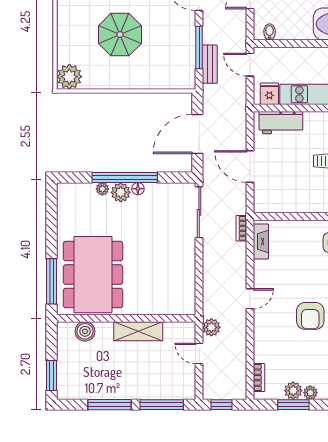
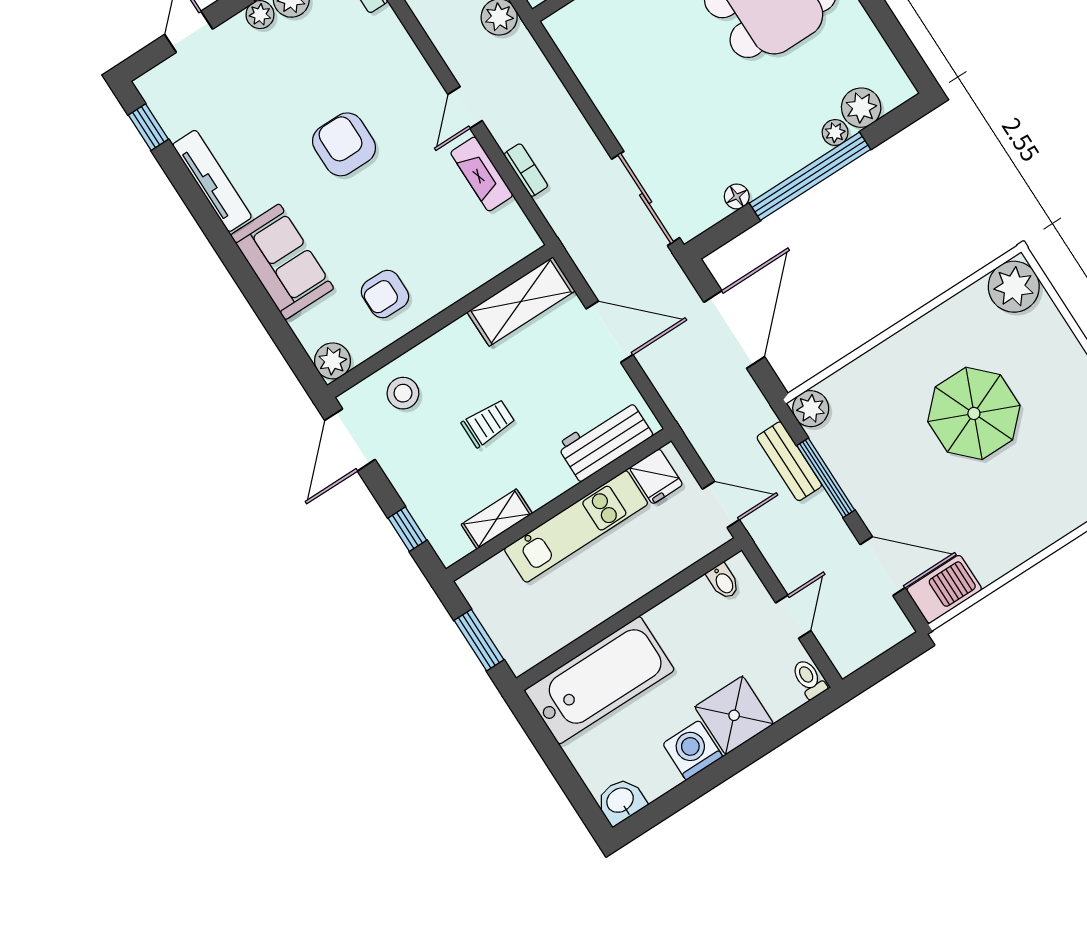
plant: (187, 80) -> (811, 409), added
floor lamp: (138, 189) -> (737, 196), moved
plant: (121, 192) -> (861, 108), moved
shelving: (279, 203) -> (521, 301), added
bookcase: (241, 228) -> (526, 170), moved
fireplace: (261, 241) -> (482, 174), moved

